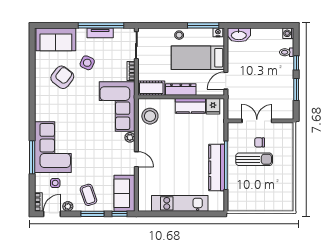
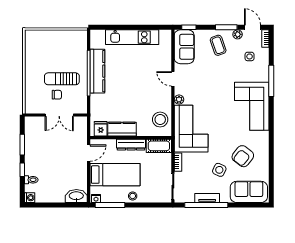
corner sofa: (53, 147) -> (252, 106), moved
door: (52, 214) -> (252, 27), swing flipped
window: (93, 214) -> (226, 27), moved

